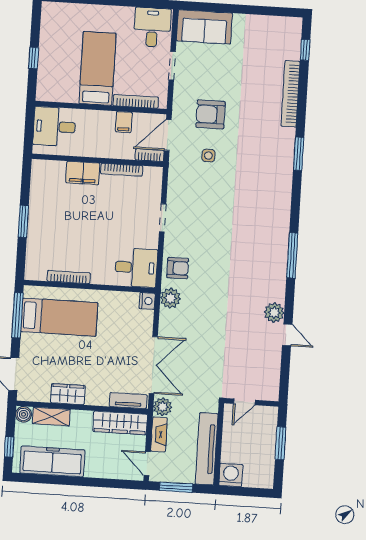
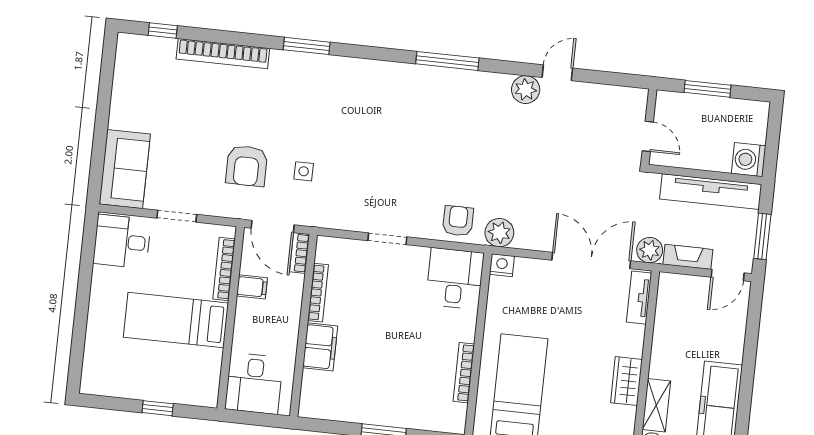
wardrobe: (120, 423) -> (669, 310), removed

